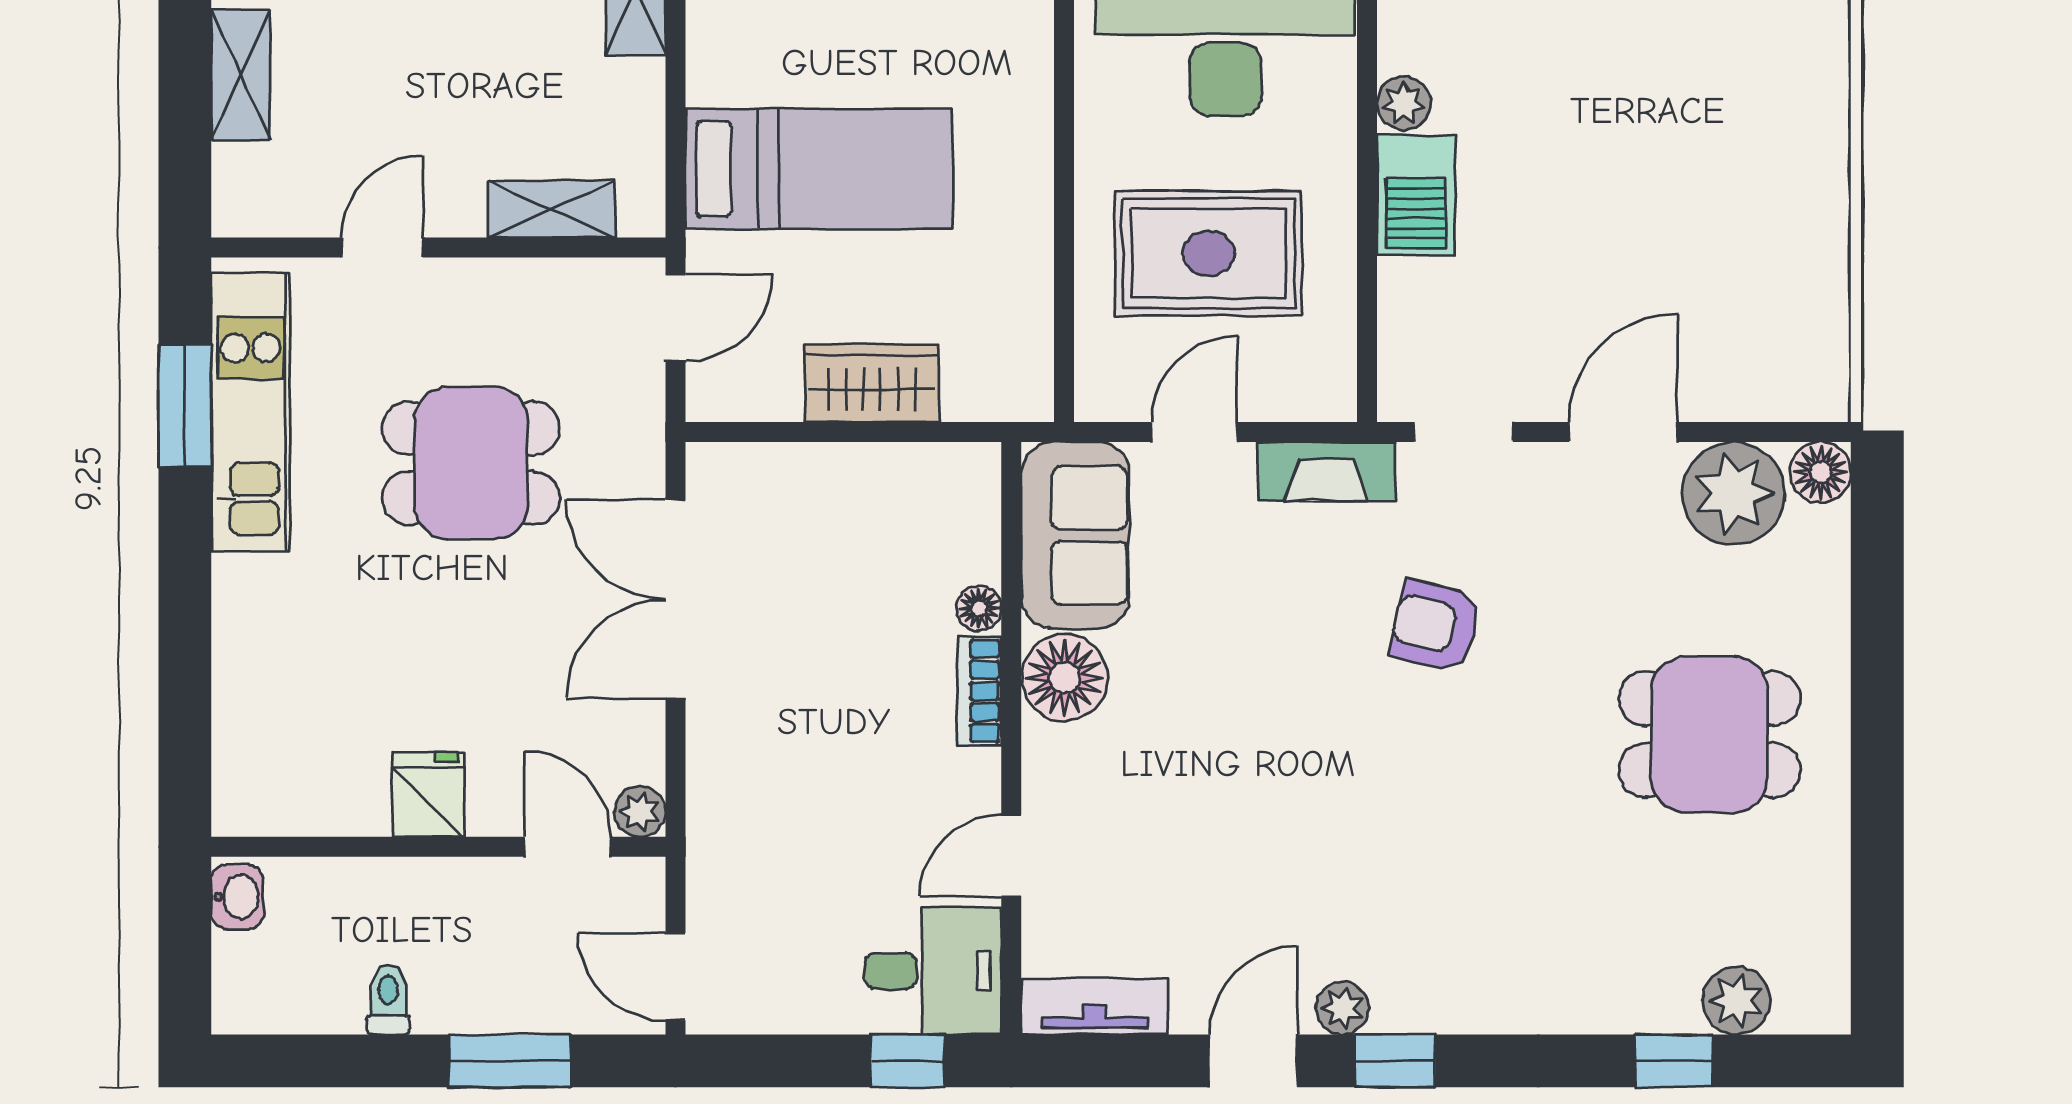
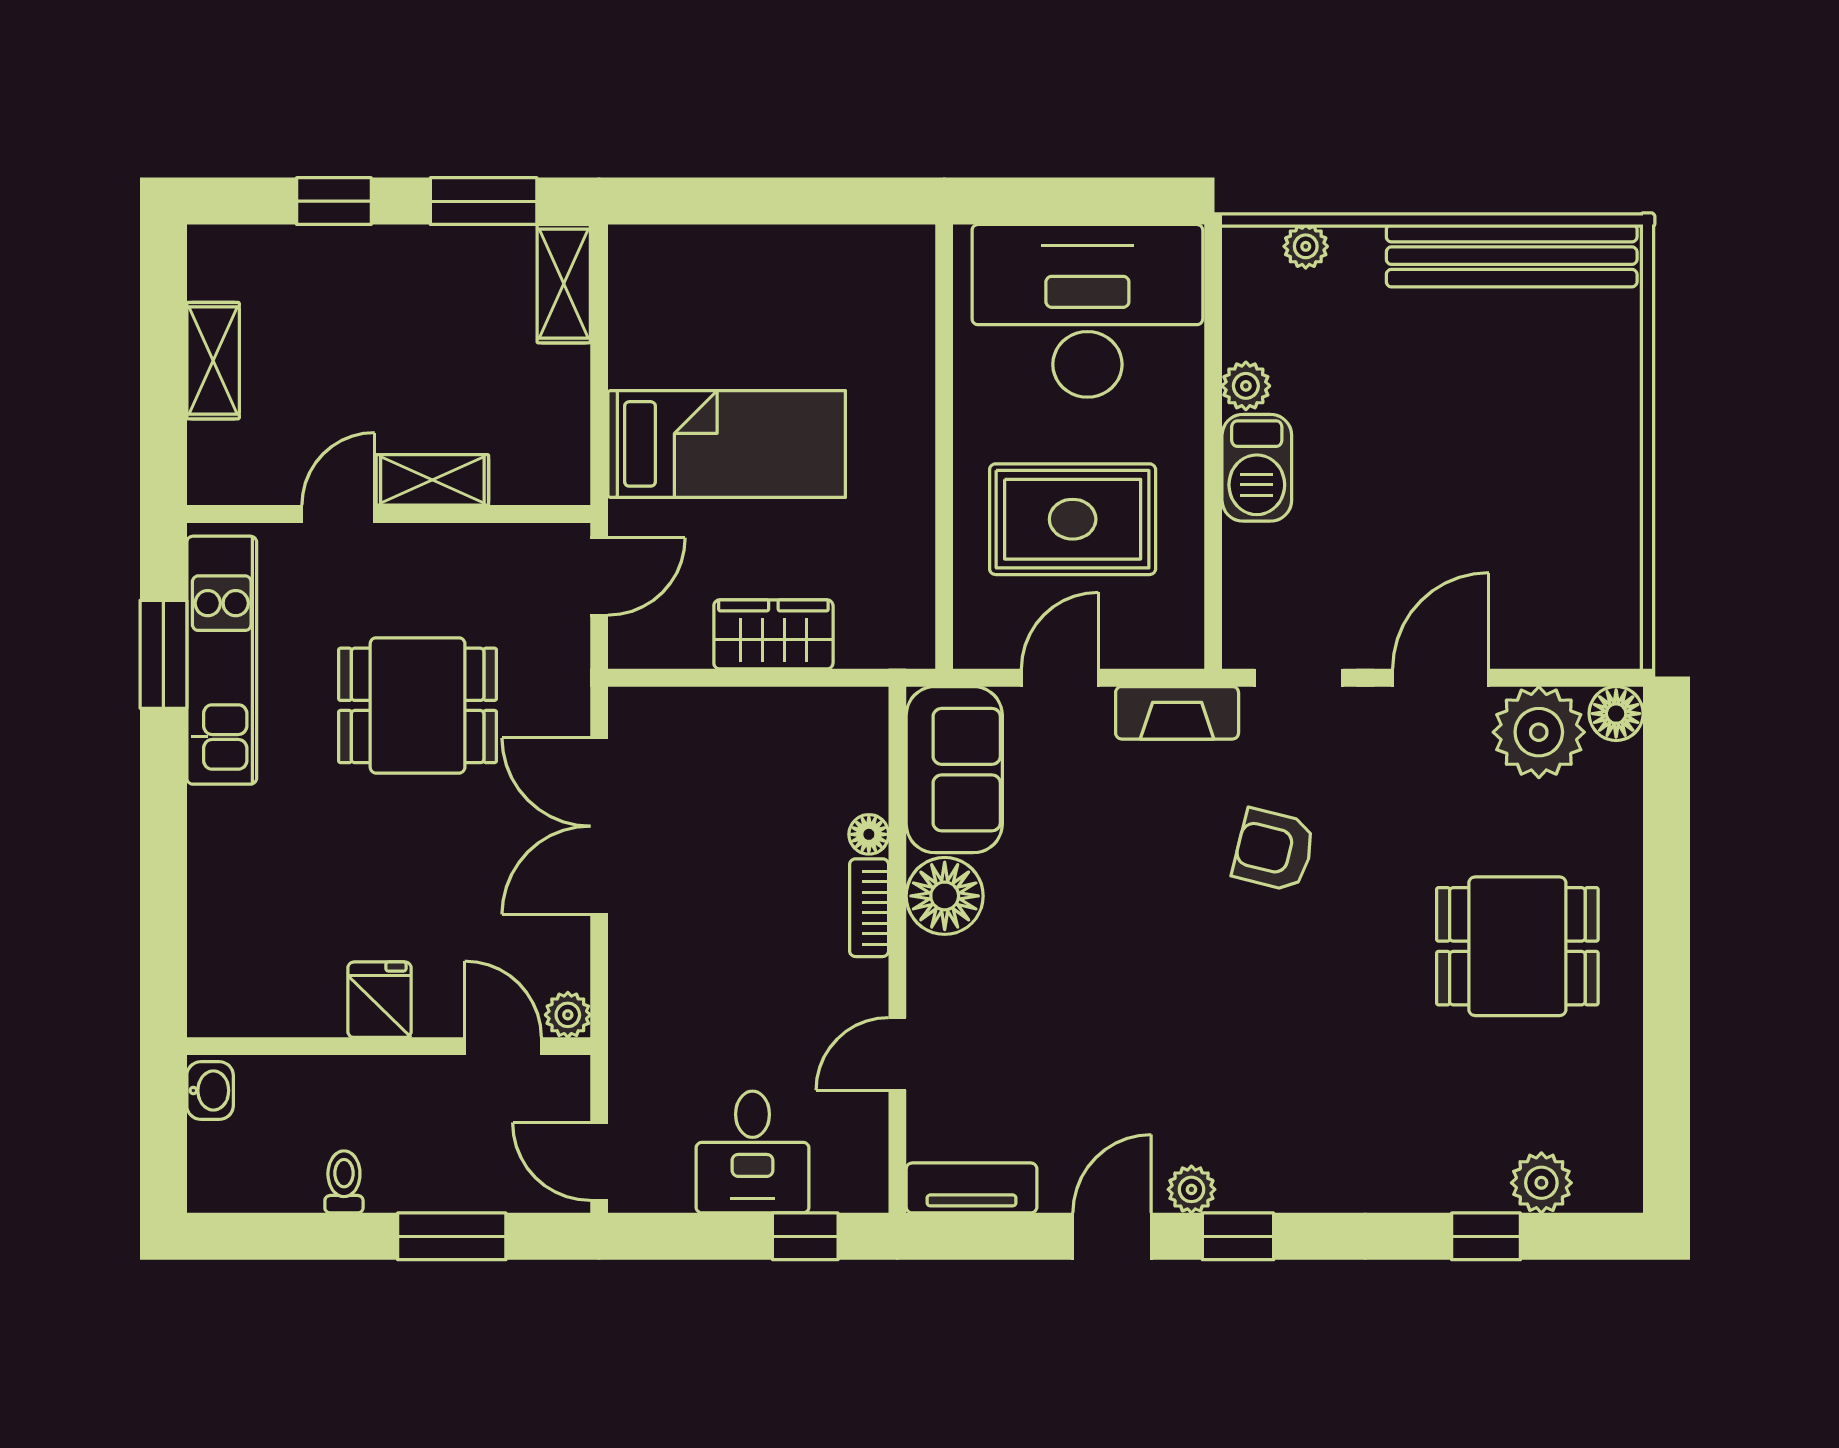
shelving: (552, 209) -> (432, 480), moved
desk: (933, 971) -> (752, 1152), moved, turned 90

